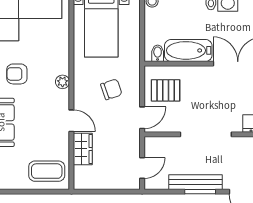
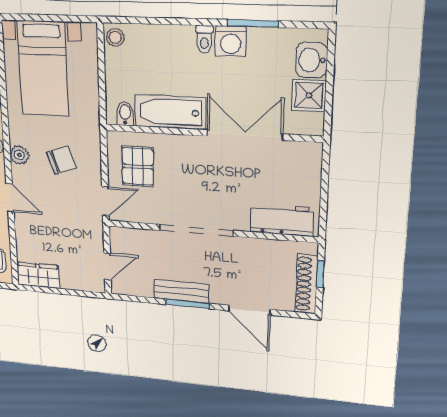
plant: (81, 88) -> (19, 155), added
pallet: (166, 90) -> (138, 166), turned 90
wardrobe: (83, 149) -> (38, 275), moved, turned -90
bench: (195, 182) -> (181, 291), width x0.73

